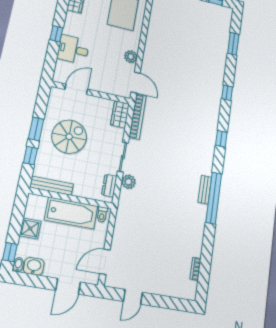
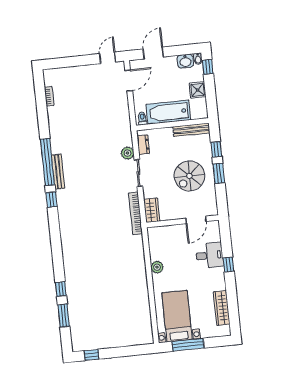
door: (136, 83) -> (146, 244), removed
window: (227, 93) -> (61, 289), moved
window: (221, 139) -> (51, 200), moved
bench: (205, 190) -> (58, 172), width x1.36
door: (133, 297) -> (108, 58), moved

